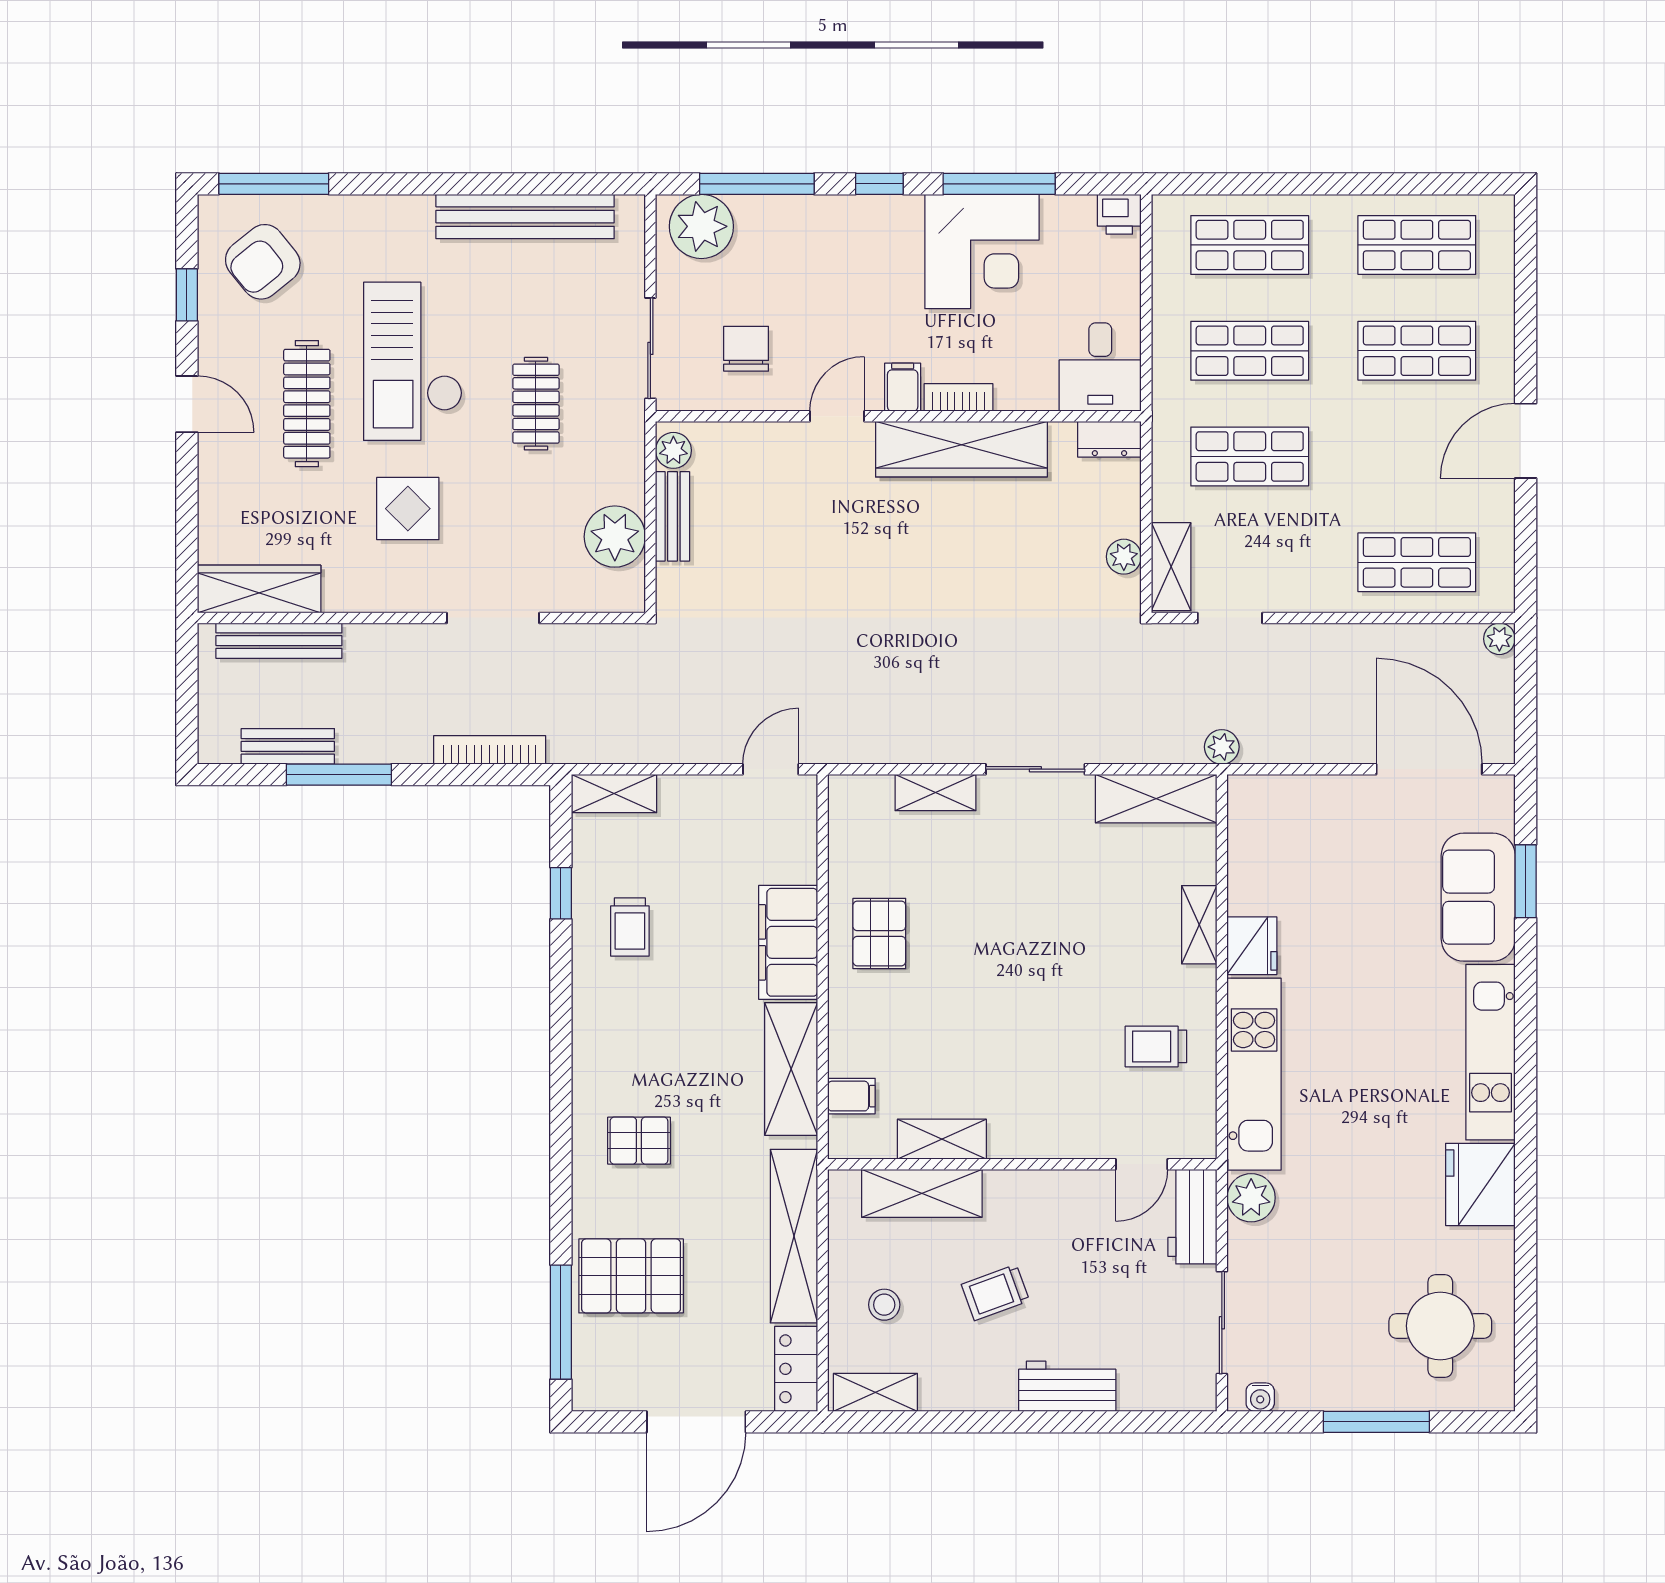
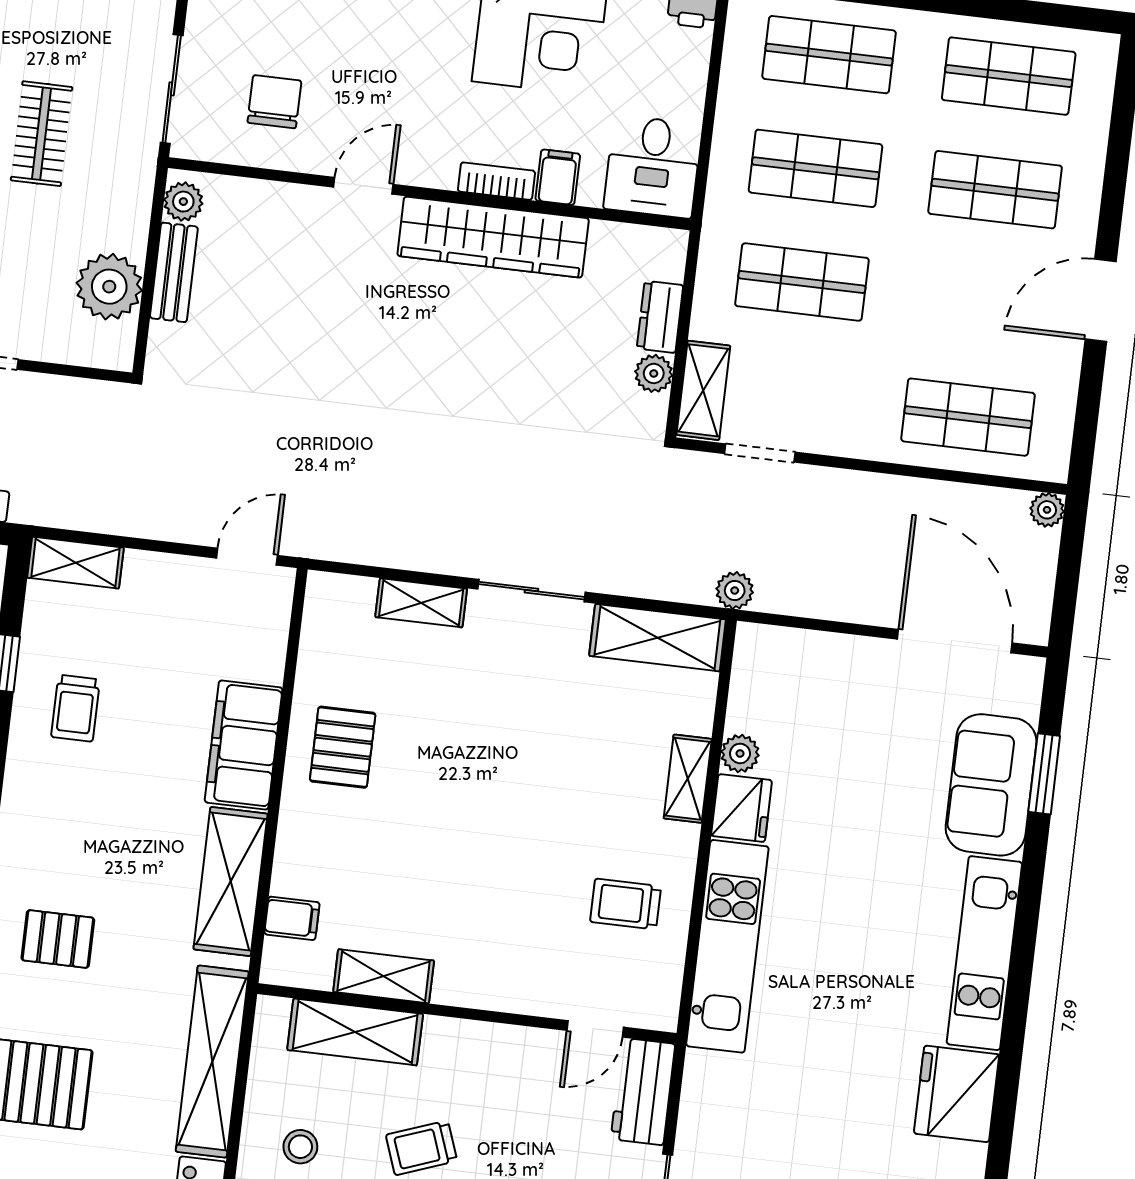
filing cabinet: (903, 387) -> (558, 177), moved
dresser: (1109, 439) -> (660, 317), moved, turned 90
plant: (1251, 1198) -> (740, 753), moved, width x0.73, depth x0.73

